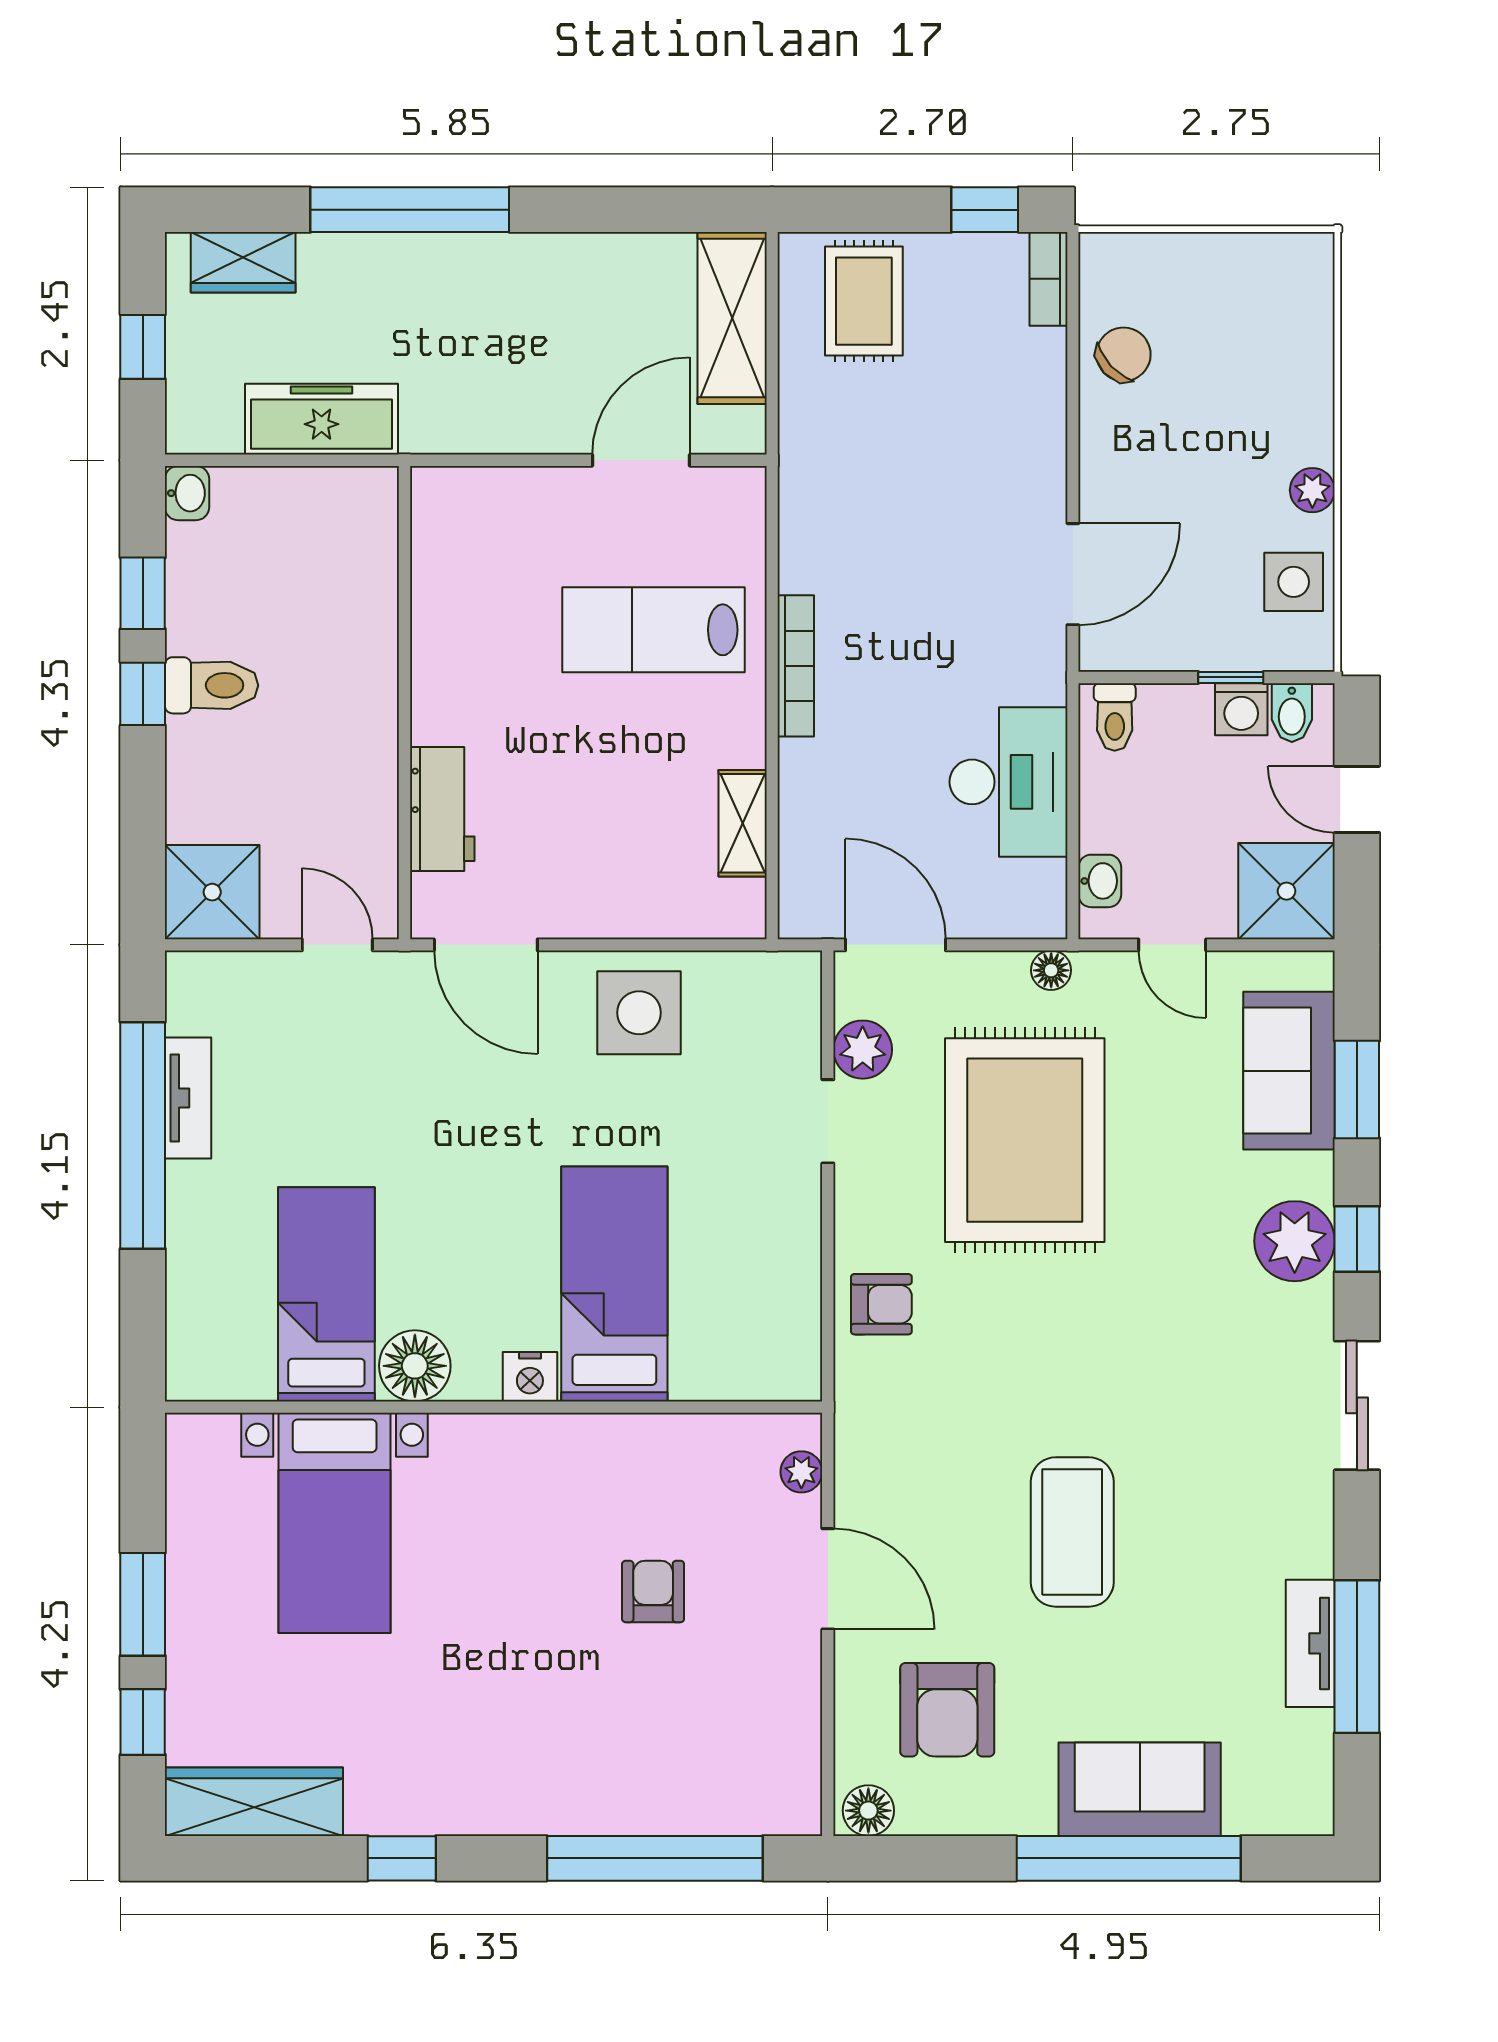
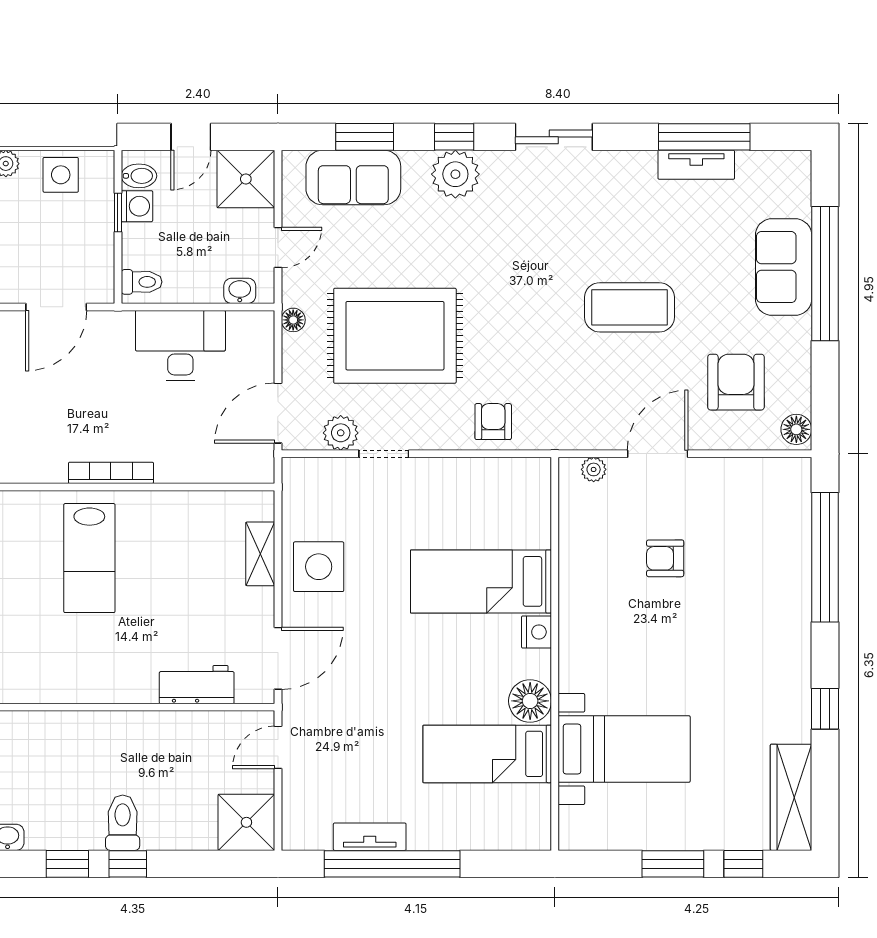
door: (1073, 574) -> (56, 307), swing flipped
shelving: (743, 823) -> (260, 554), moved, turned 90
armchair: (947, 1710) -> (736, 382), turned -90

